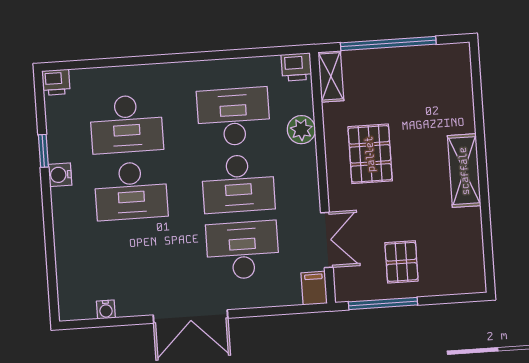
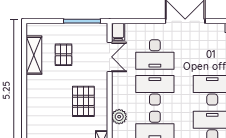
shelving: (464, 171) -> (34, 55), moved
double door: (327, 240) -> (110, 57), swing flipped
pallet: (401, 262) -> (63, 55), moved

